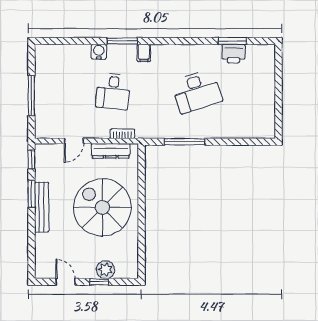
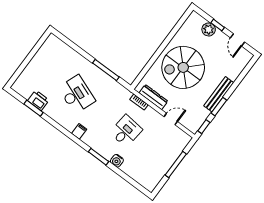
filing cabinet: (144, 53) -> (79, 131), moved
desk: (197, 91) -> (77, 94), turned 39
spiral stairs: (102, 207) -> (183, 67), turned 90

